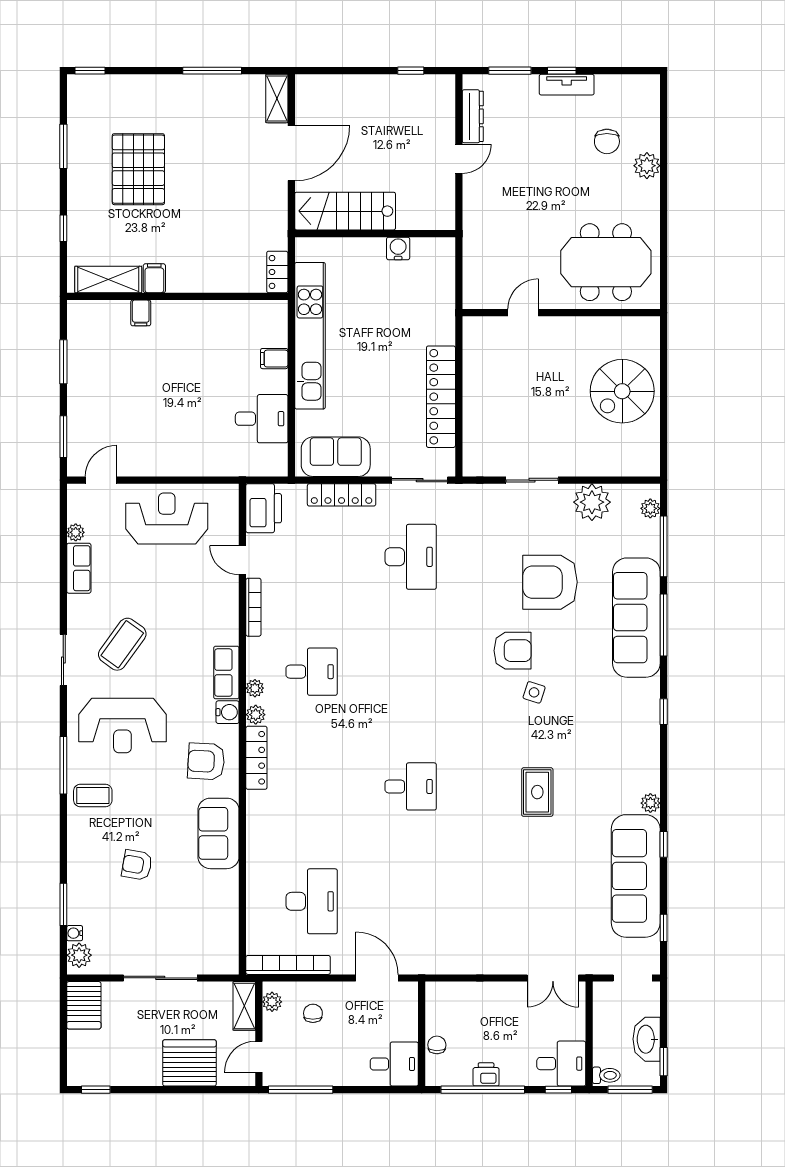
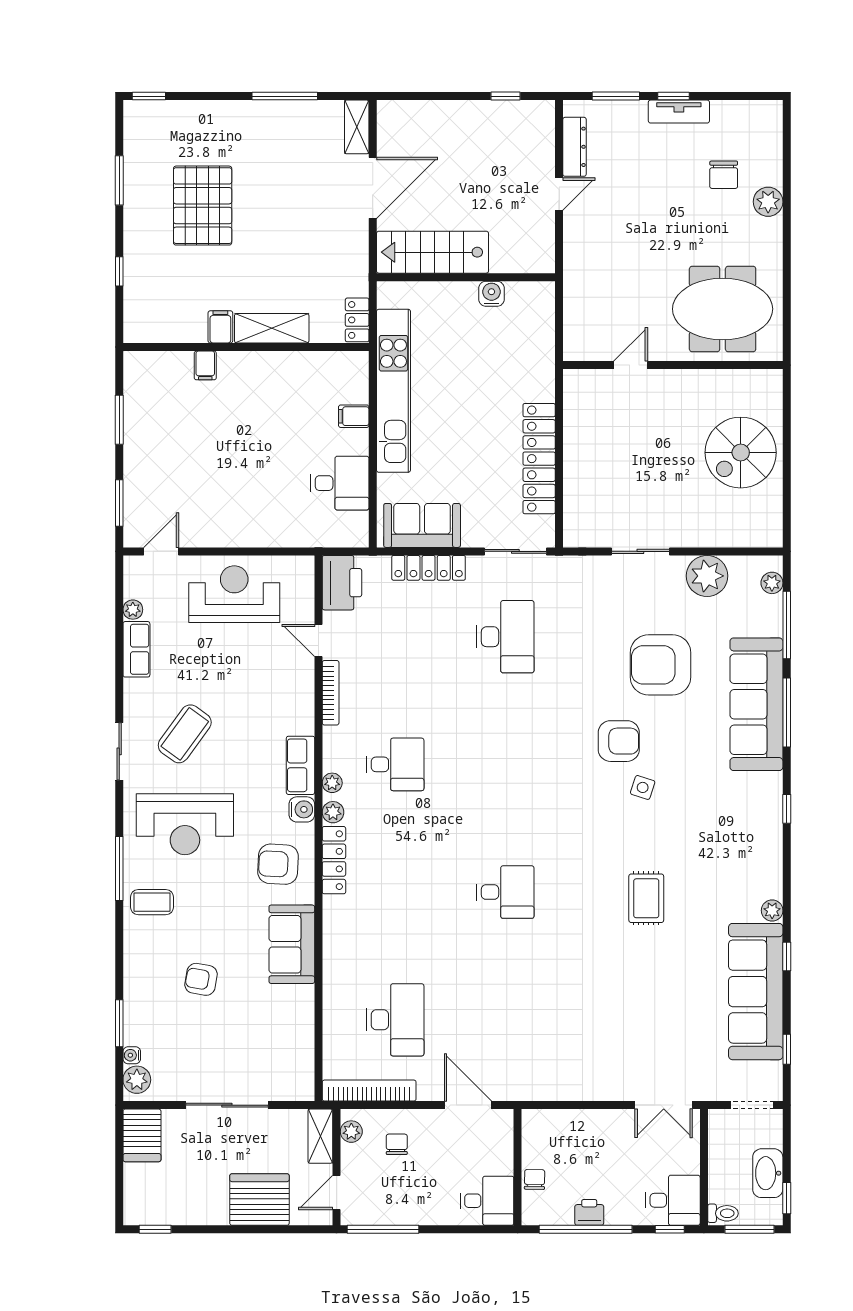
shelving: (108, 280) -> (272, 328), moved

